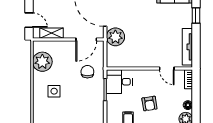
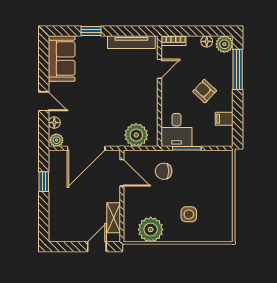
plant: (115, 37) -> (136, 135), moved
armchair: (149, 103) -> (205, 91), turned -128

